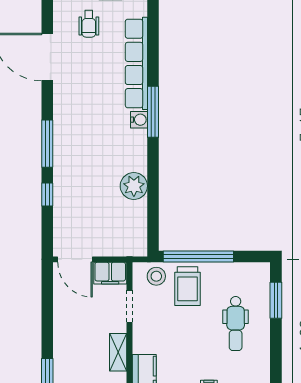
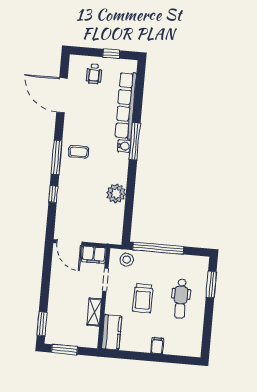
coffee table: (77, 133) -> (79, 152), added
trolley: (188, 286) -> (143, 298), moved

